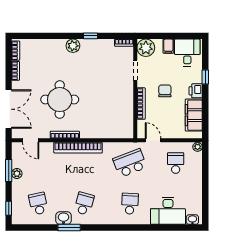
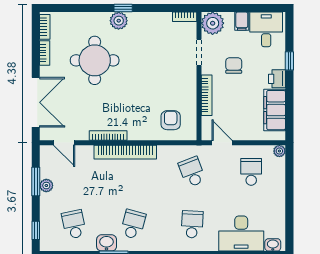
window: (91, 36) -> (123, 8), moved
chair: (165, 91) -> (234, 65), moved
round table: (60, 100) -> (95, 60), moved
armchair: (113, 123) -> (171, 120), added
school desk: (130, 163) -> (192, 172), width x0.54

